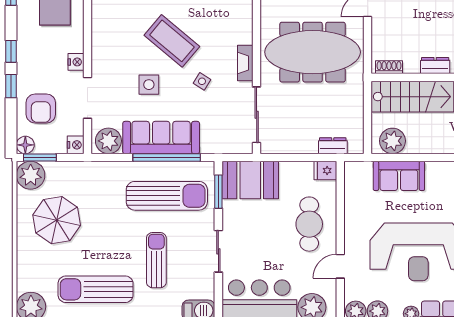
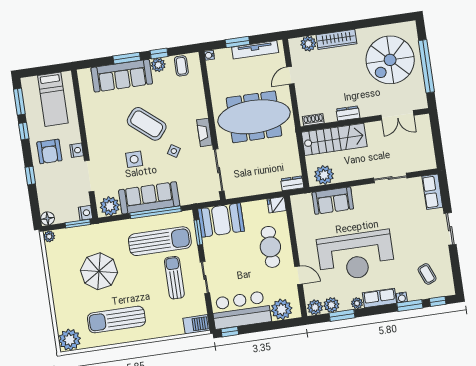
window: (11, 51) -> (24, 131), moved
armchair: (41, 108) -> (49, 151), moved
dresser: (333, 146) -> (292, 183), moved
window: (40, 157) -> (78, 224), moved
plant: (31, 175) -> (49, 236), width x0.53, depth x0.53
parasol: (57, 220) -> (99, 271), moved
sun lounger: (156, 260) -> (174, 278), moved
door: (340, 266) -> (298, 275), swing flipped

